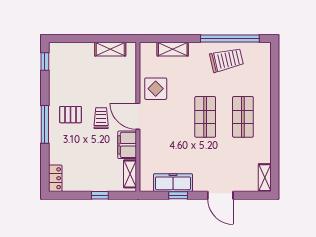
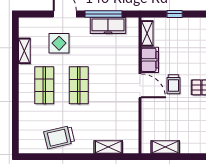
window: (230, 39) -> (56, 157), removed
display table: (156, 89) -> (59, 43), moved
shelving: (265, 178) -> (24, 51), moved
window: (178, 195) -> (103, 14), width x2.17

